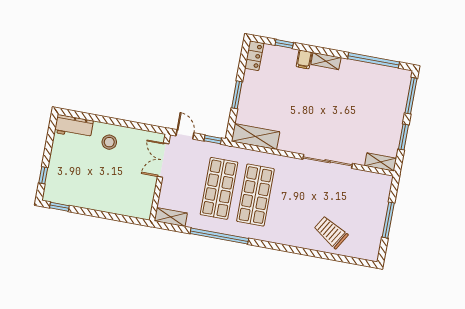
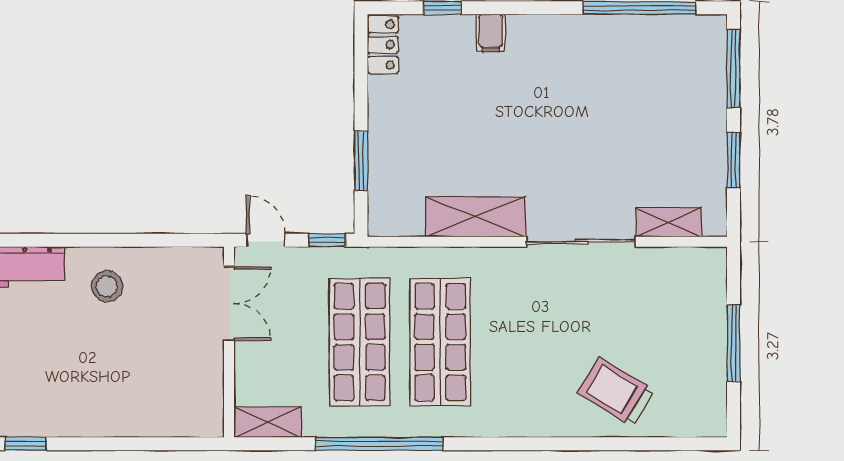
shelving: (326, 61) -> (538, 28), removed
window: (237, 95) -> (361, 161), moved
shelving: (256, 137) -> (476, 217), moved
double door: (163, 160) -> (229, 304), swing flipped
shelving: (381, 162) -> (669, 222), moved

